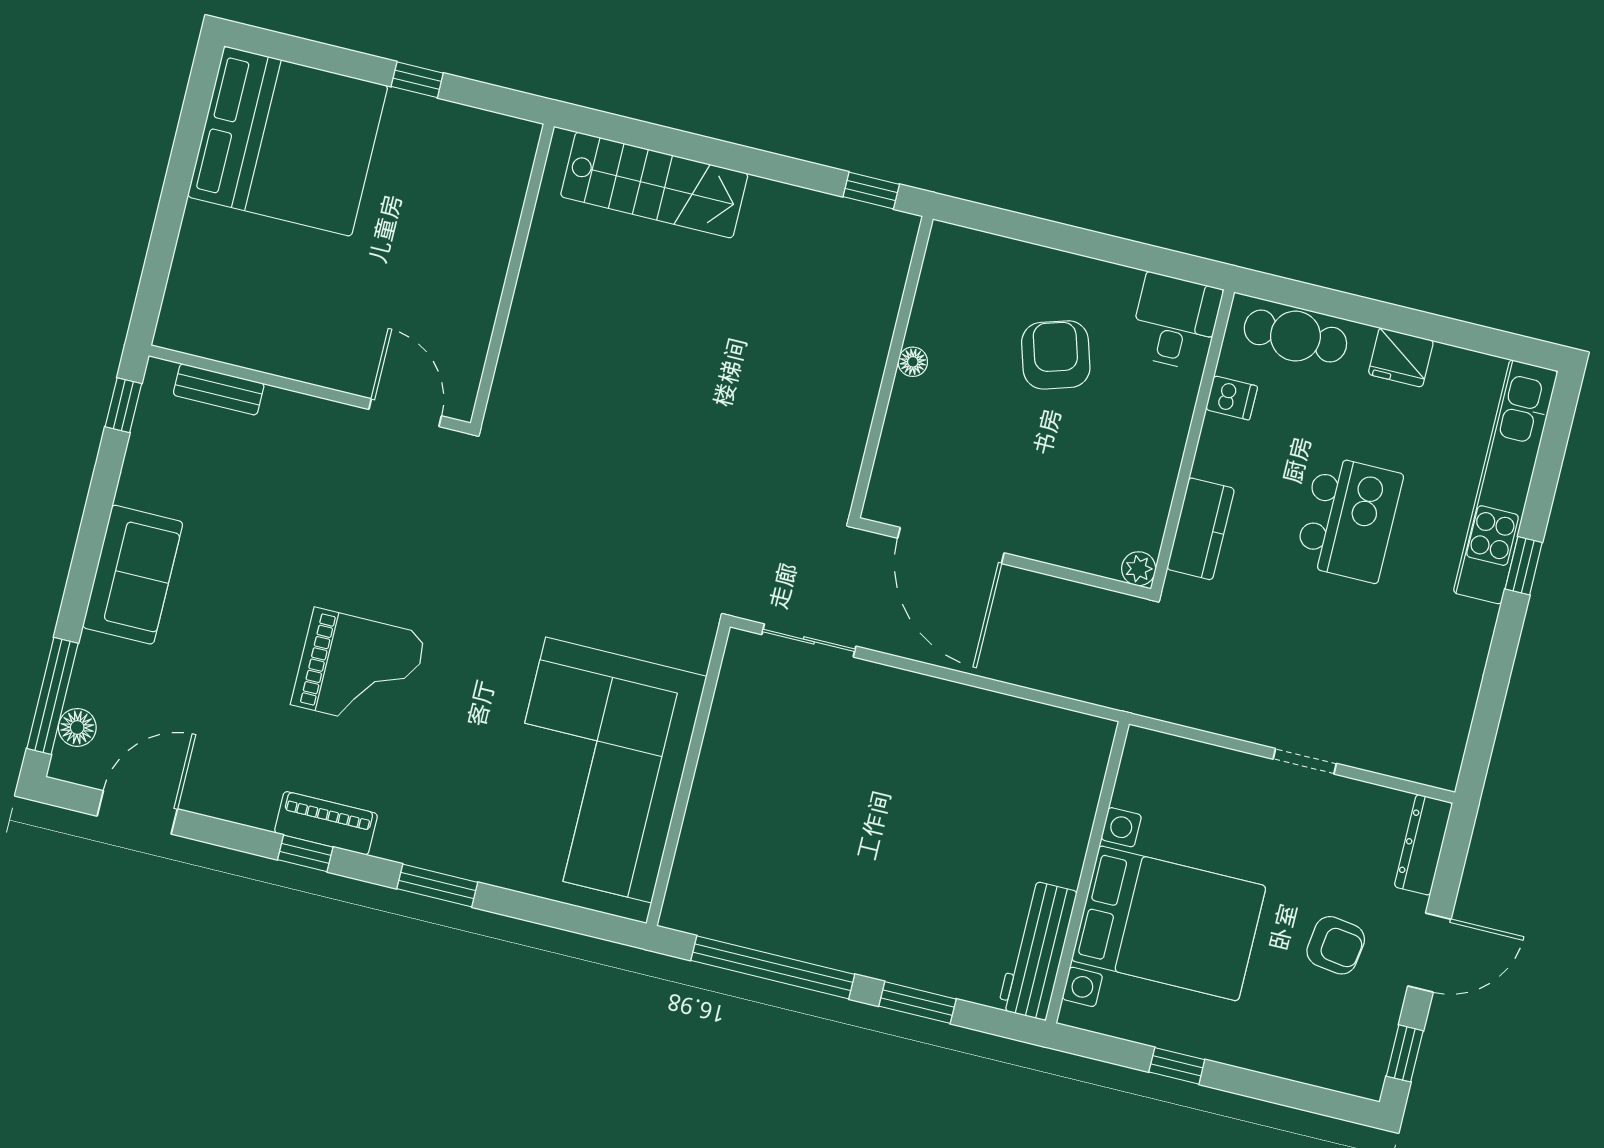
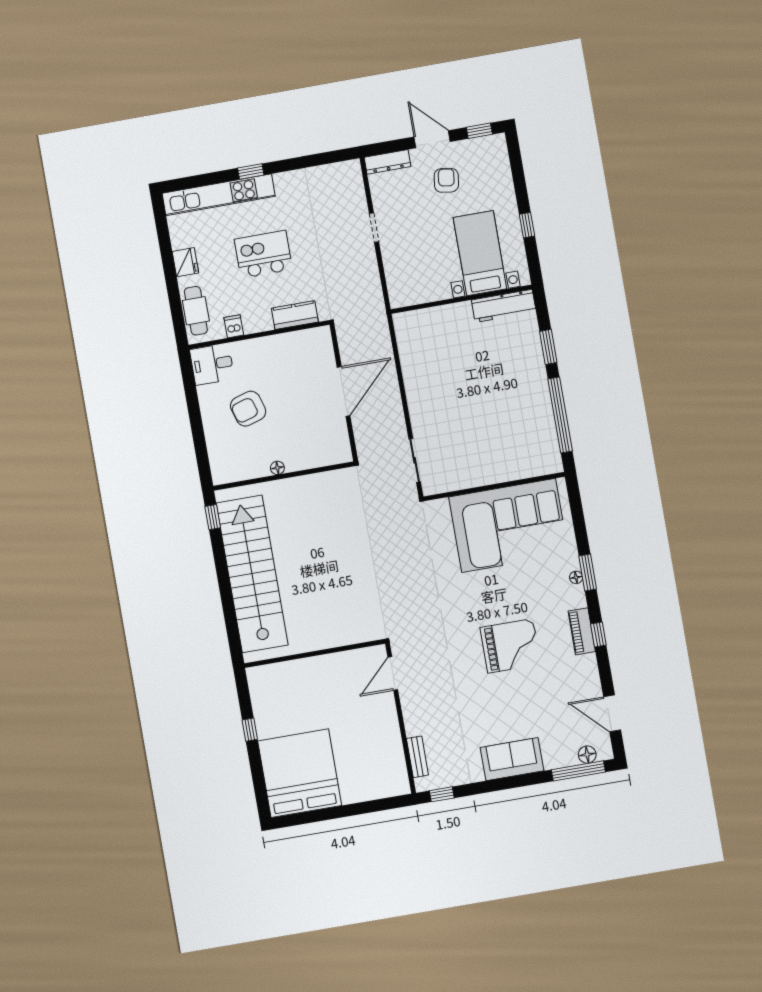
stairs: (654, 185) -> (252, 574), width x1.86, depth x1.51
door: (951, 546) -> (344, 391), moved
plant: (1139, 569) -> (323, 334), removed
grand piano: (359, 669) -> (510, 646), turned 90
floor lamp: (438, 859) -> (576, 577), added
bed with nightstands: (1169, 923) -> (480, 253), width x0.73

